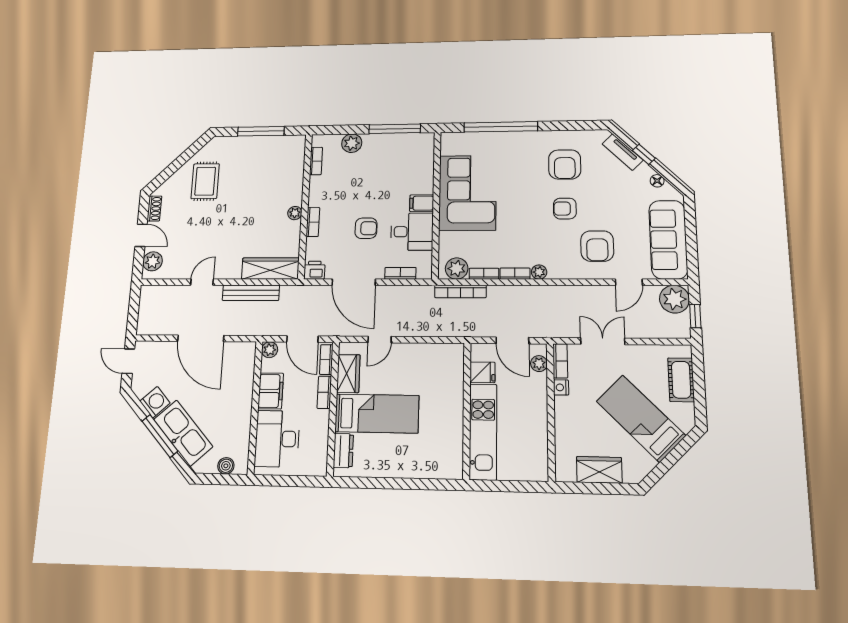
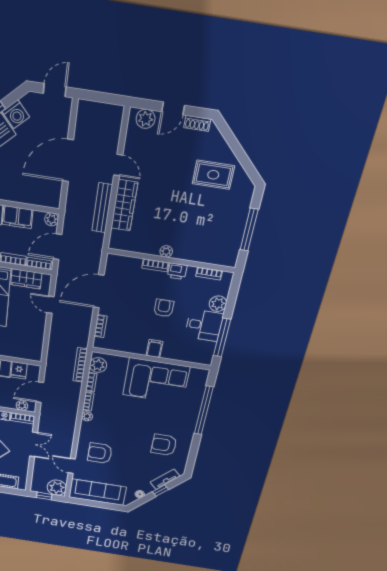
armchair: (565, 209) -> (131, 439), removed
armchair: (366, 228) -> (164, 308), moved, turned 180
desk: (412, 232) -> (204, 325), moved, turned -90
wardrobe: (270, 269) -> (124, 205), moved
printer: (314, 270) -> (177, 271), moved, turned 90

